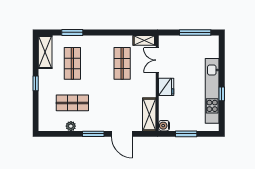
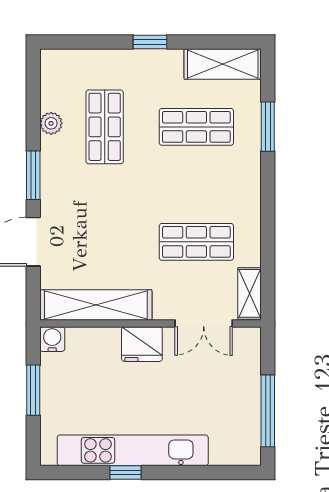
double door: (157, 60) -> (204, 323), swing flipped
shelving: (149, 114) -> (96, 305), width x1.47

